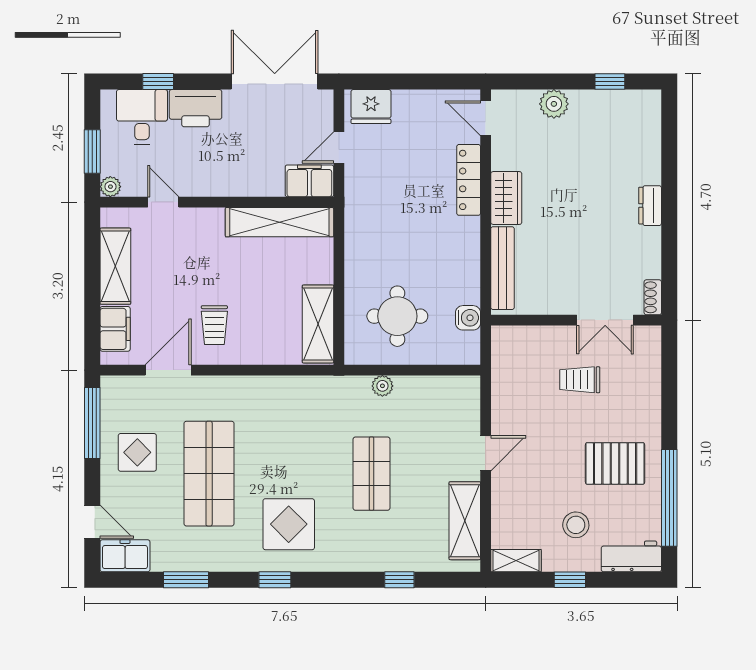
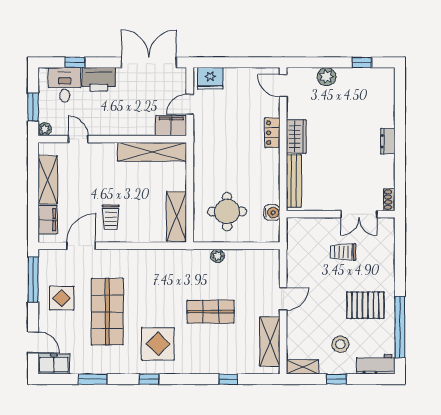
locker: (469, 180) -> (272, 133), width x0.66
shop shelf: (372, 474) -> (211, 312), turned 90

